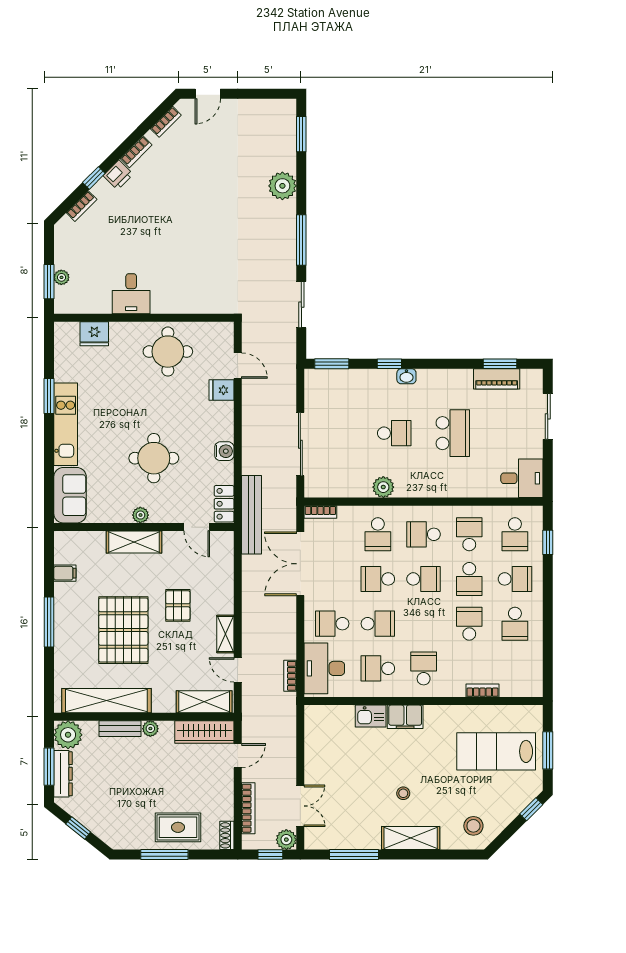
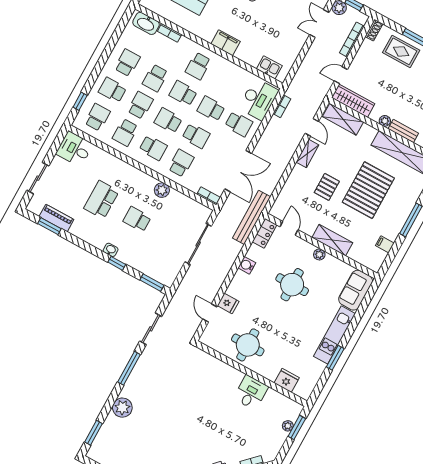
school desk: (378, 668) -> (183, 93), moved, turned 180
washbasin: (519, 686) -> (146, 23), added
kitchen sink: (371, 716) -> (269, 67), moved

